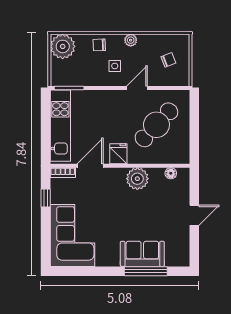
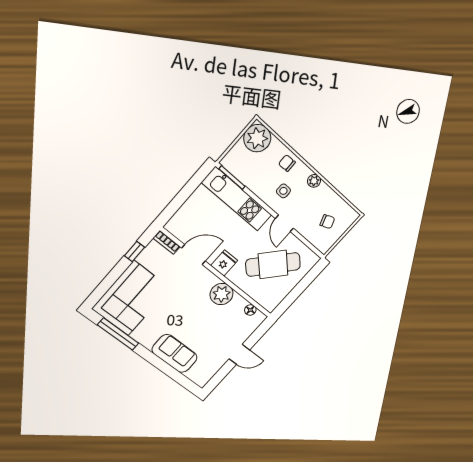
door: (137, 88) -> (284, 223), swing flipped
kitchen unit: (60, 126) -> (237, 199), moved, turned 90
window: (146, 271) -> (118, 334), moved

